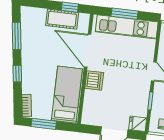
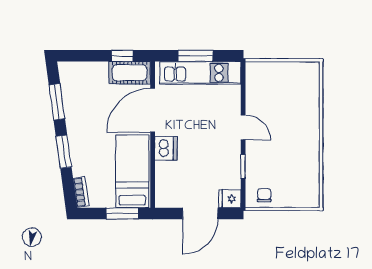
cot: (62, 19) -> (130, 73), moved
door: (88, 51) -> (153, 110), hinge flipped
window: (17, 74) -> (64, 152), width x1.50
window: (44, 124) -> (122, 213), moved

